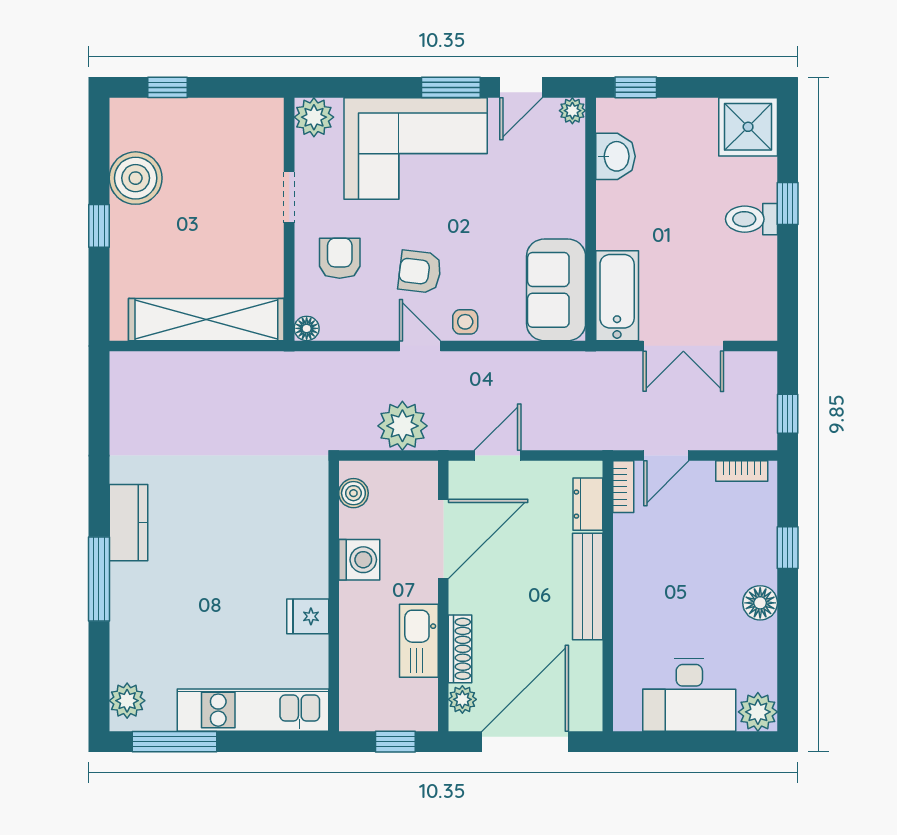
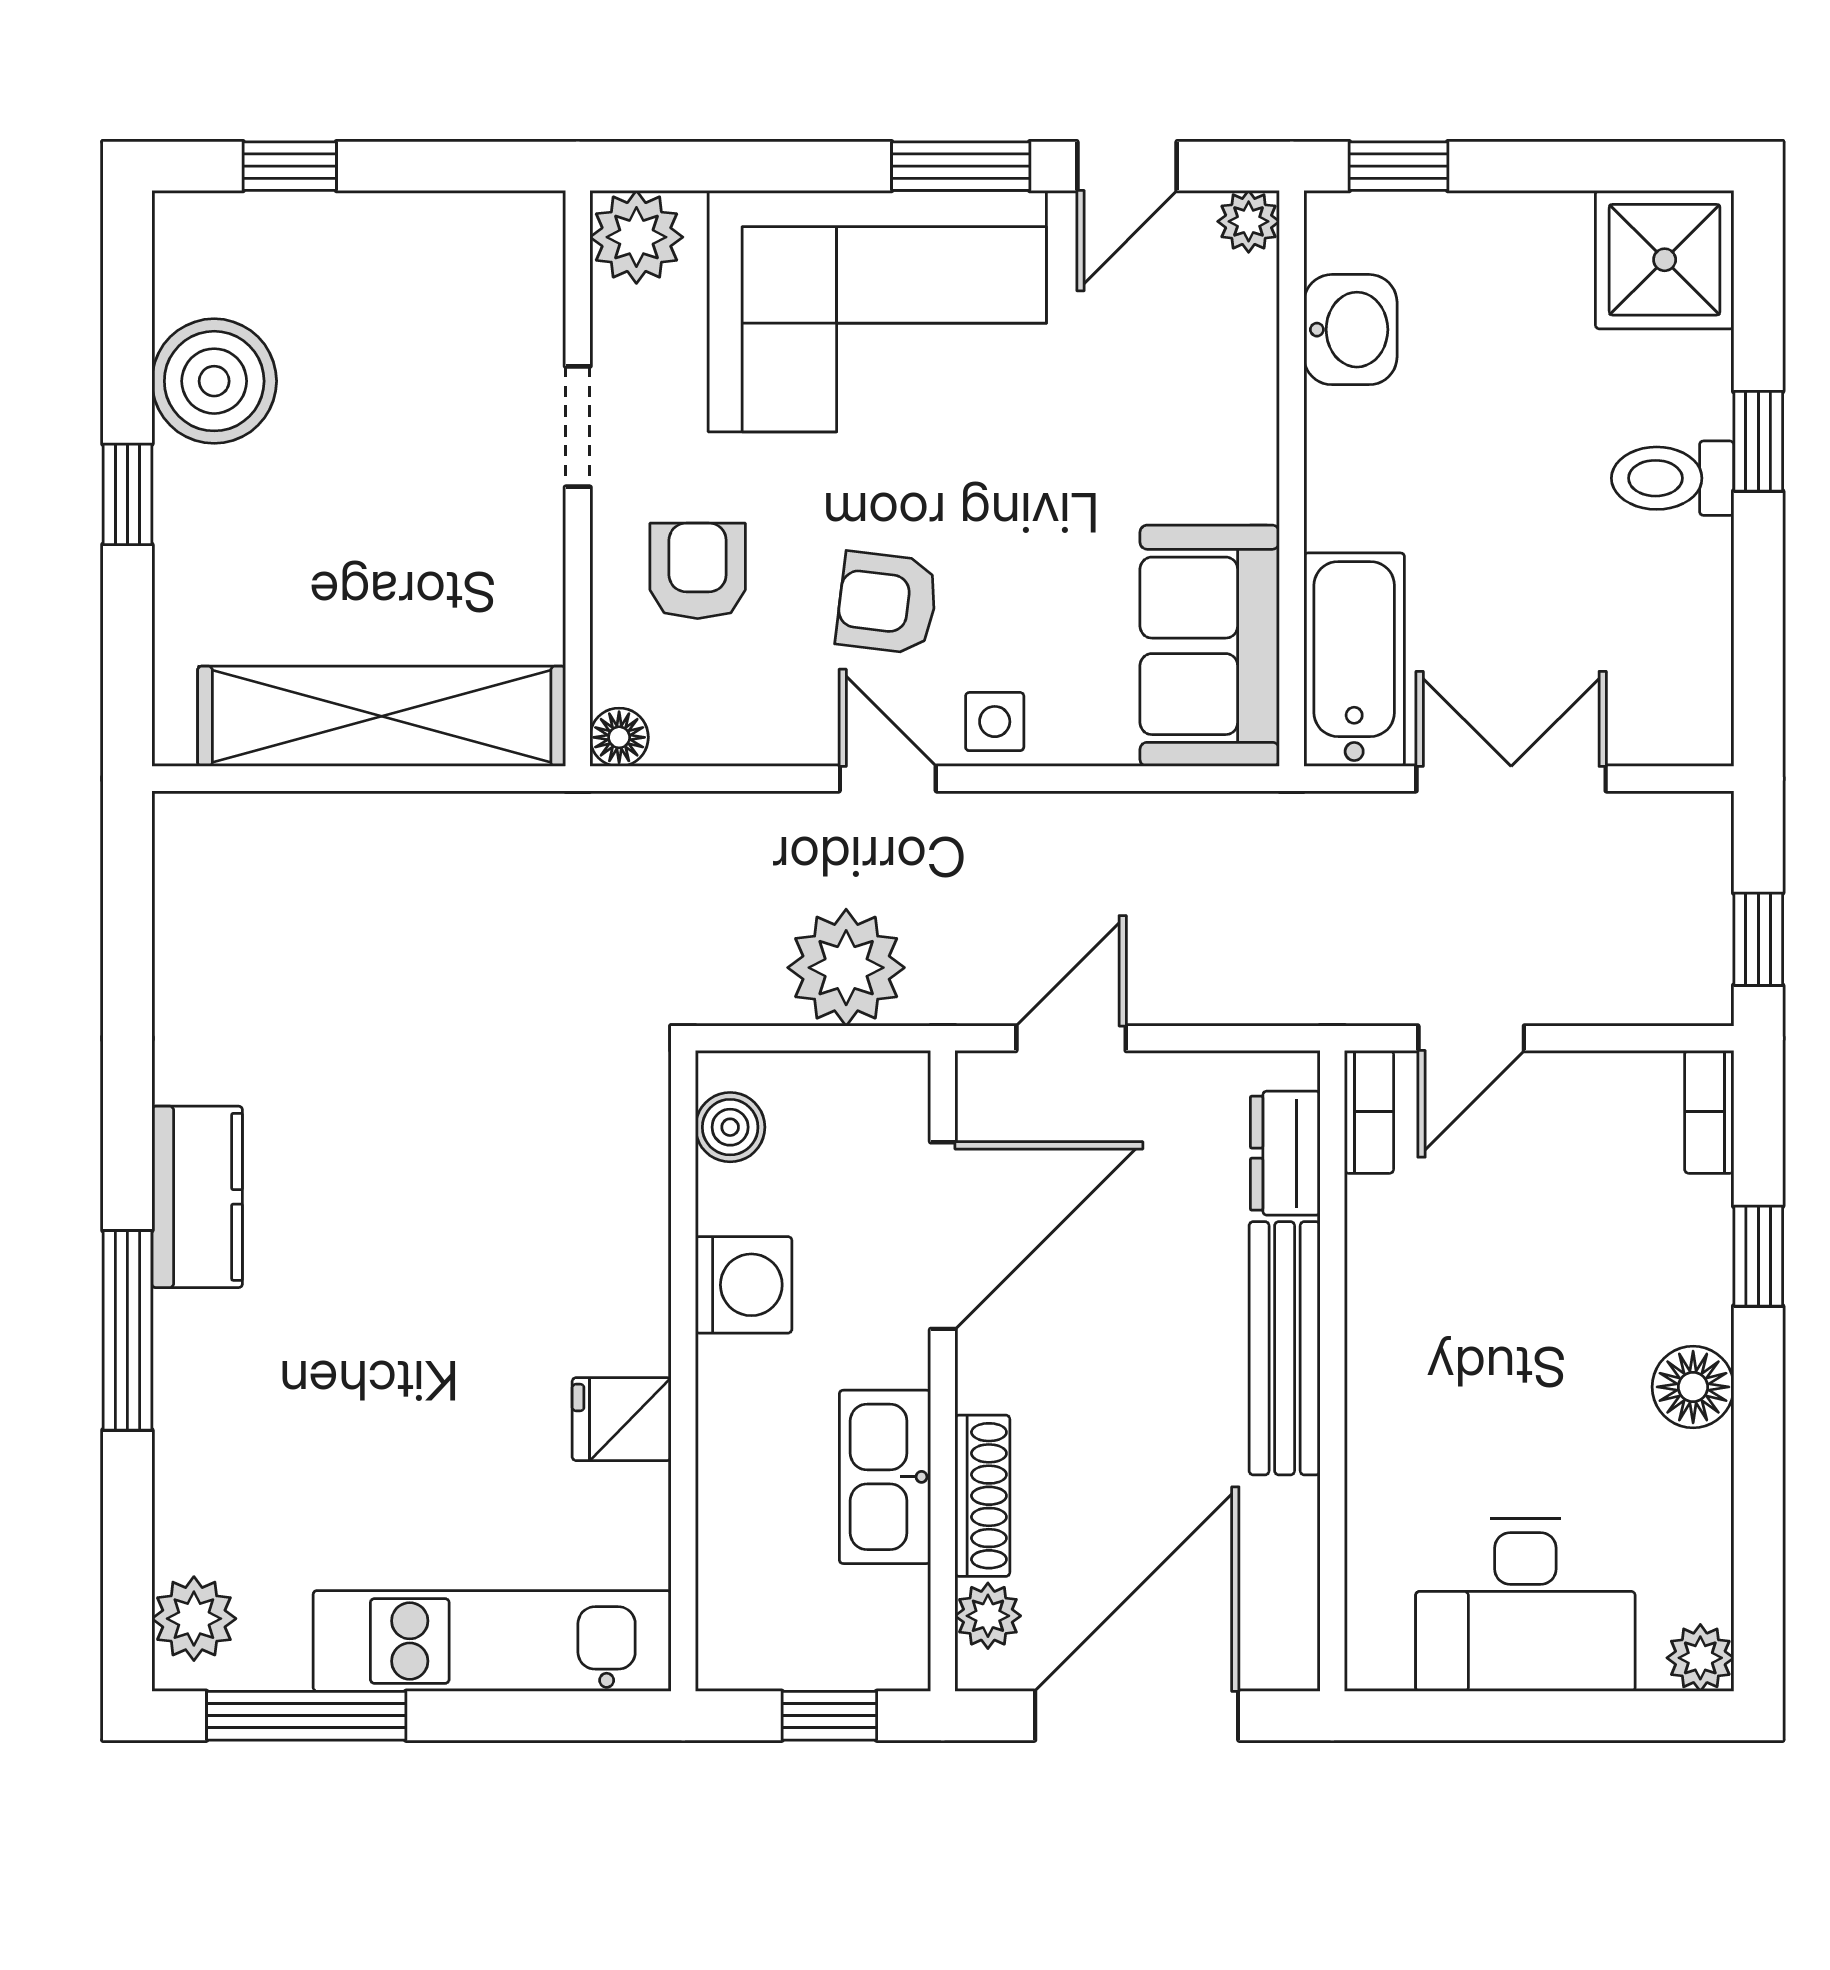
double door: (683, 346) -> (1511, 779), swing flipped
bookcase: (742, 471) -> (1709, 1112), moved, turned 90
plant: (758, 712) -> (1700, 1658), width x0.73, depth x0.73

